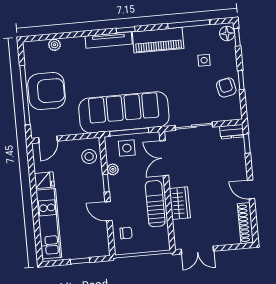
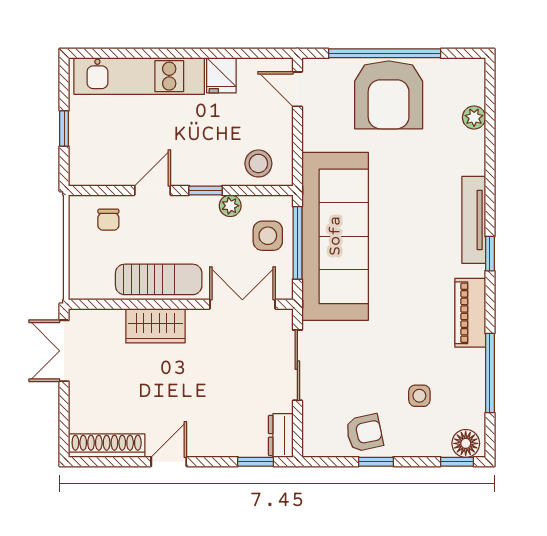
piano: (158, 40) -> (470, 313), width x0.73, depth x0.75

